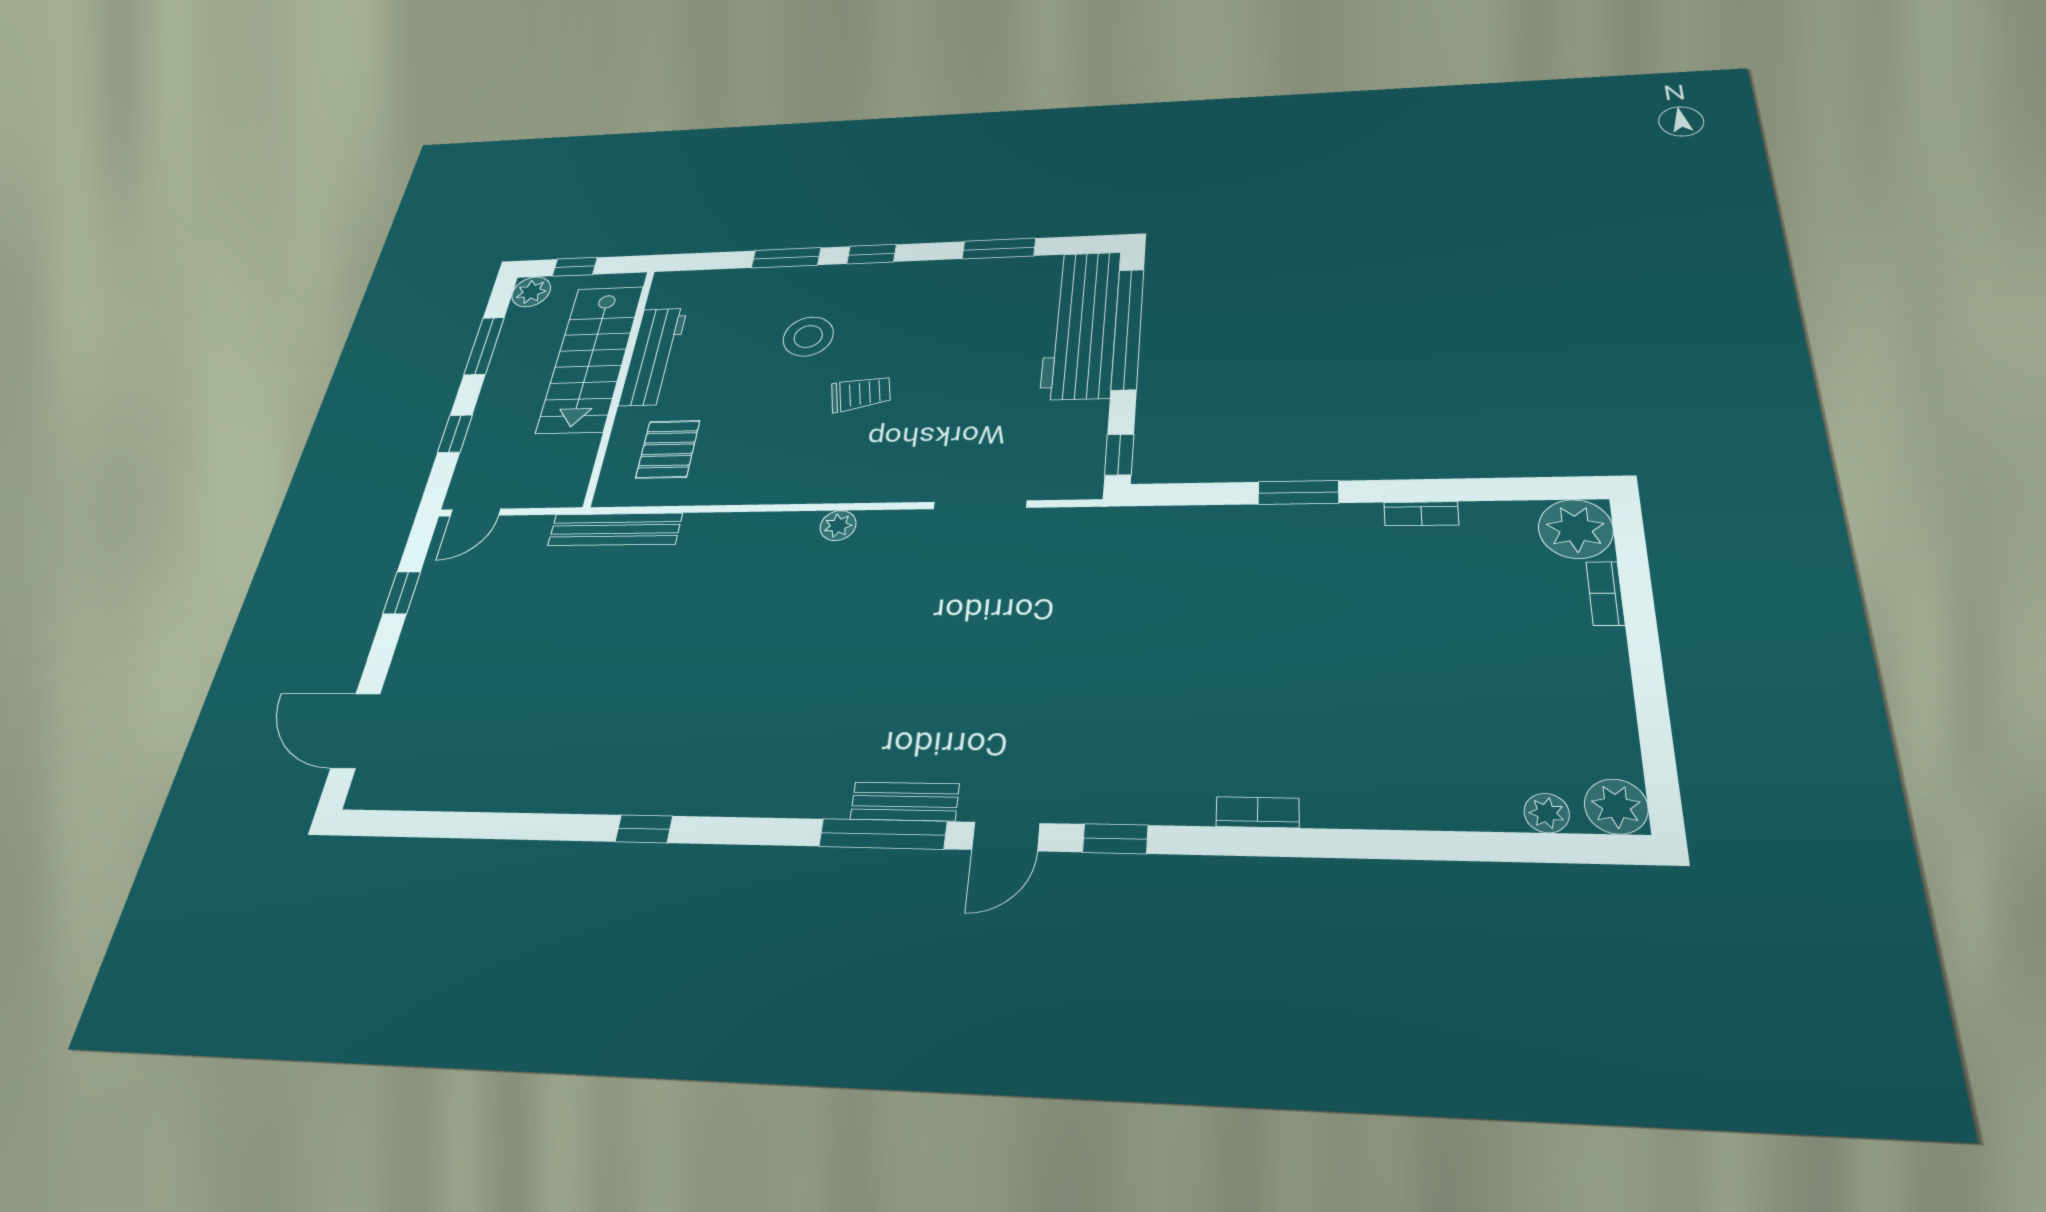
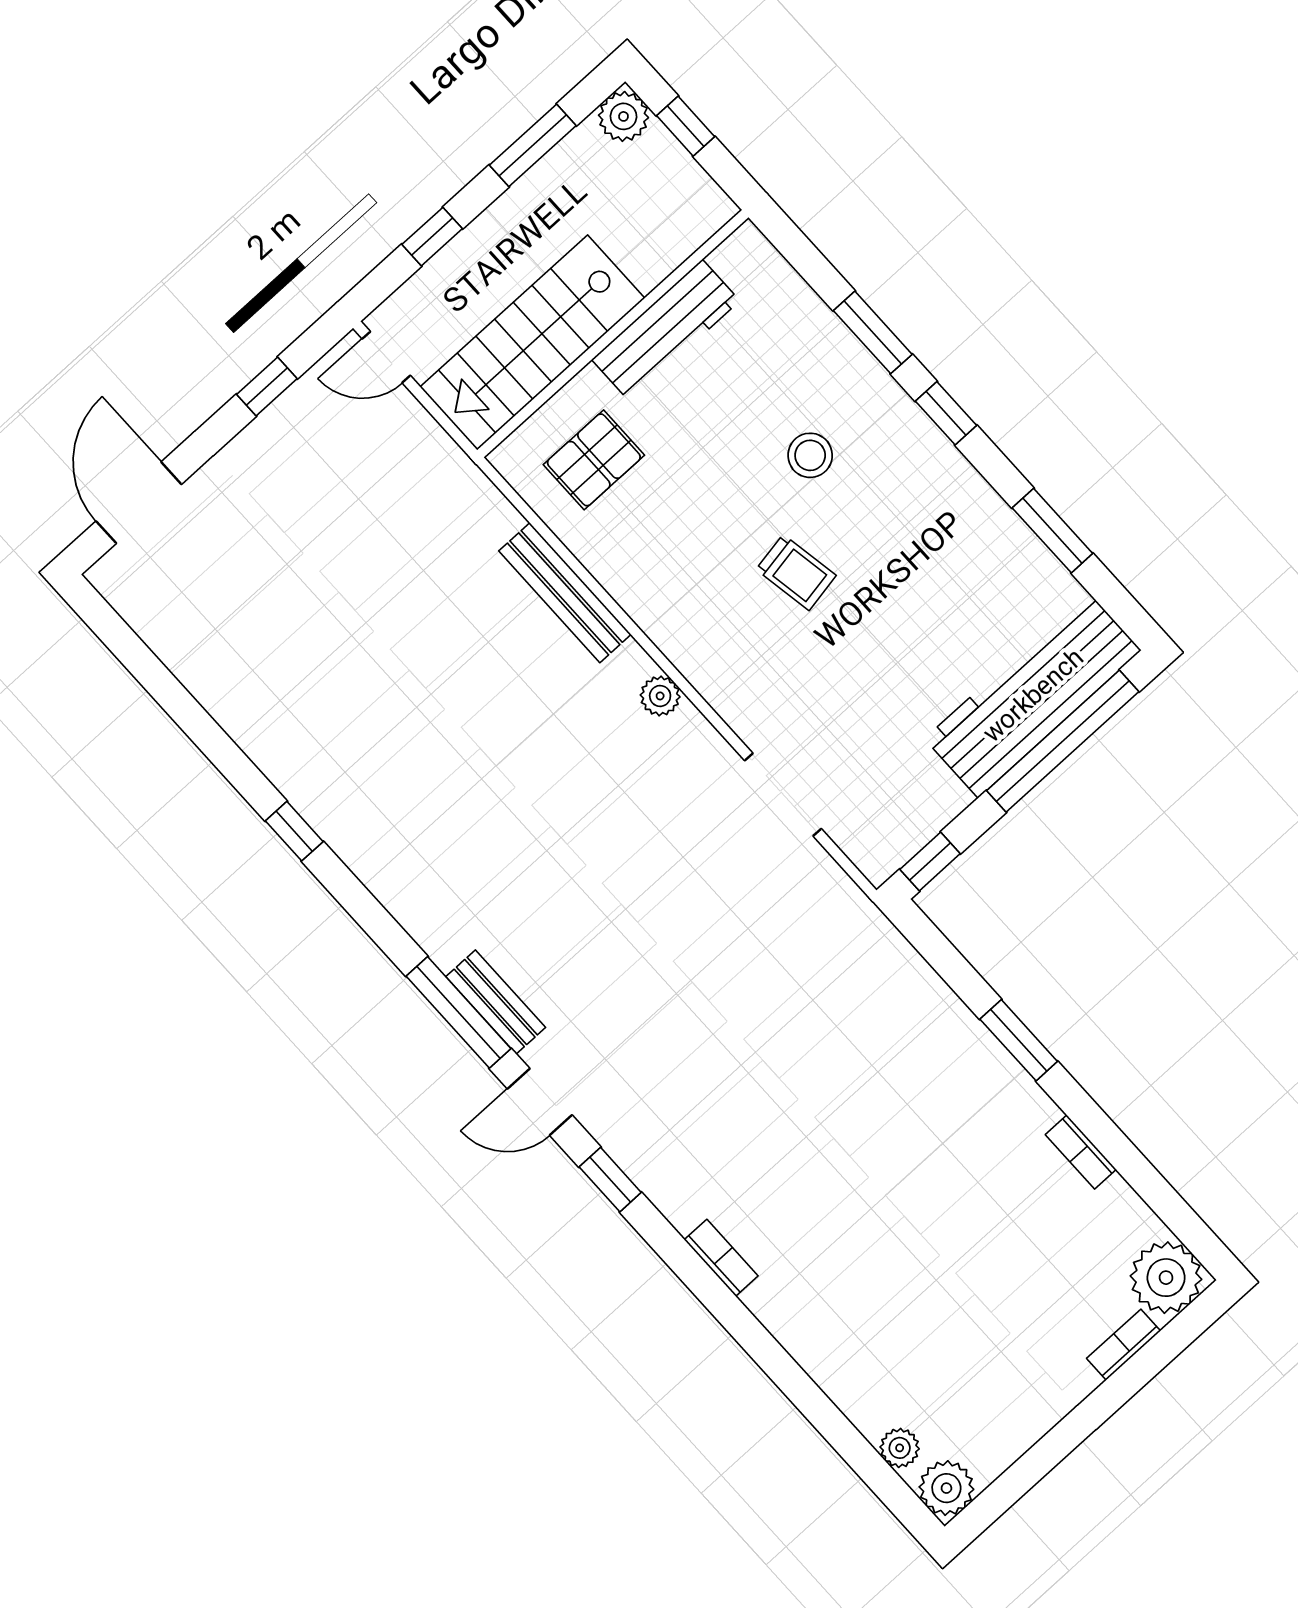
stool: (808, 336) -> (810, 455), width x0.73, depth x0.73
stairs: (590, 358) -> (532, 342), moved
bench: (615, 529) -> (565, 593), moved

